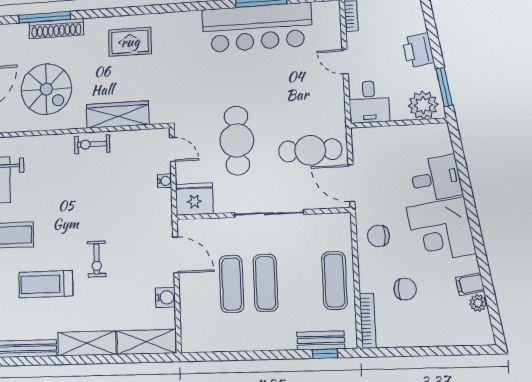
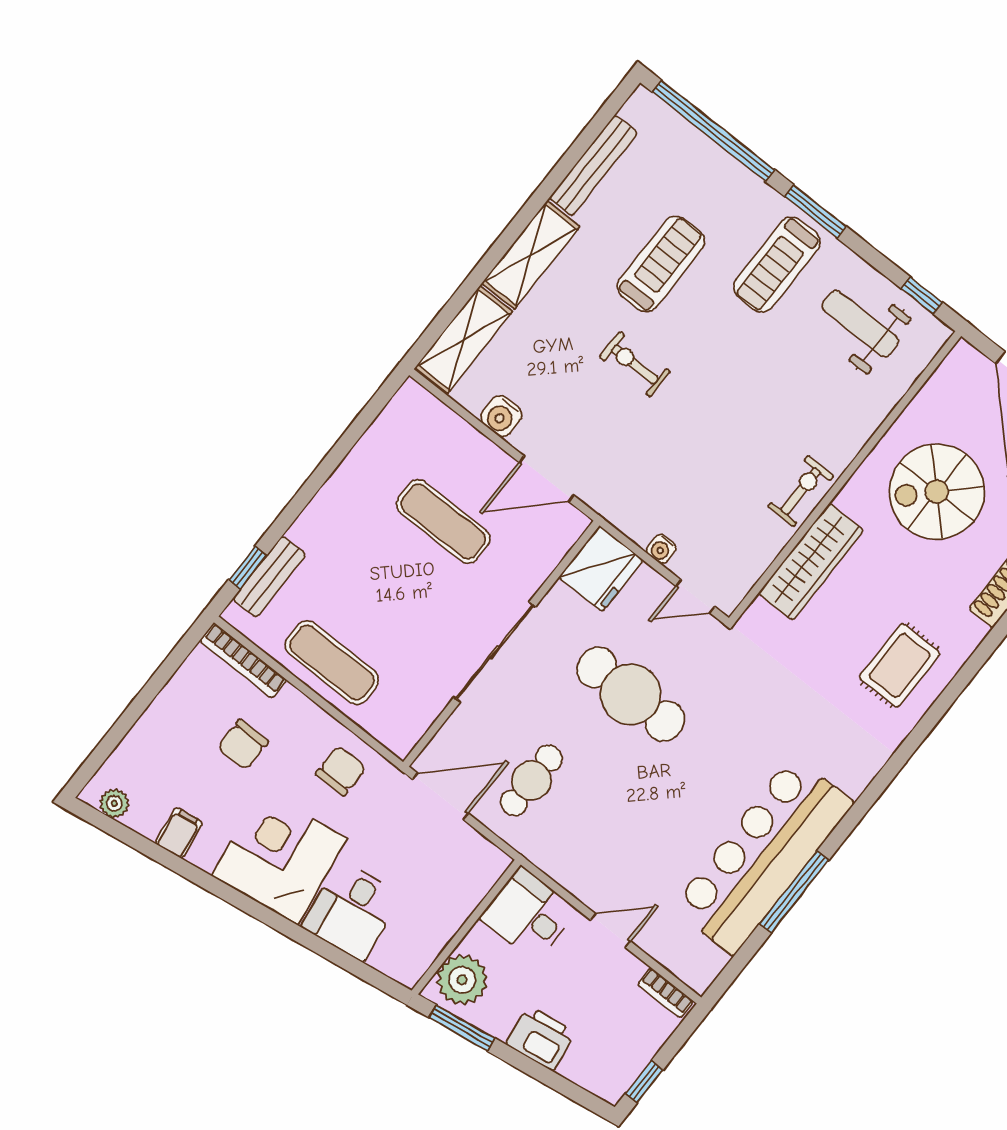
cafe table: (310, 150) -> (531, 780), width x0.73, depth x0.74
exercise mat: (266, 283) -> (406, 569), removed
plant: (478, 303) -> (114, 803), moved

